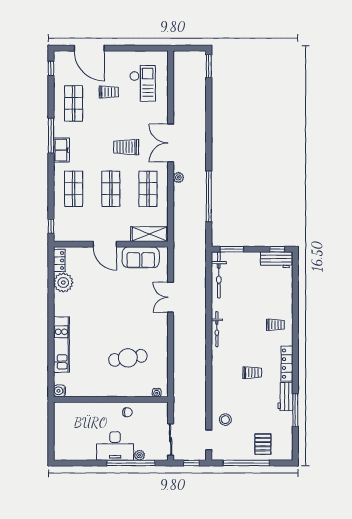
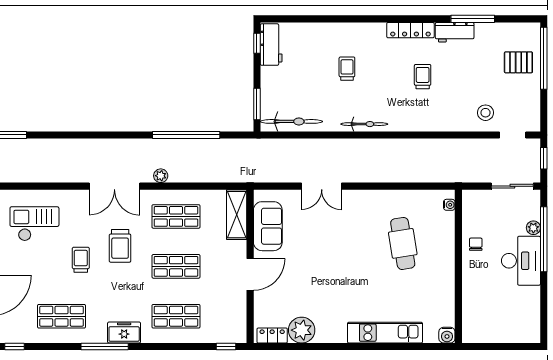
trolley: (109, 92) -> (81, 260), moved
trolley: (275, 325) -> (347, 69), moved
window: (246, 463) -> (544, 58), moved

